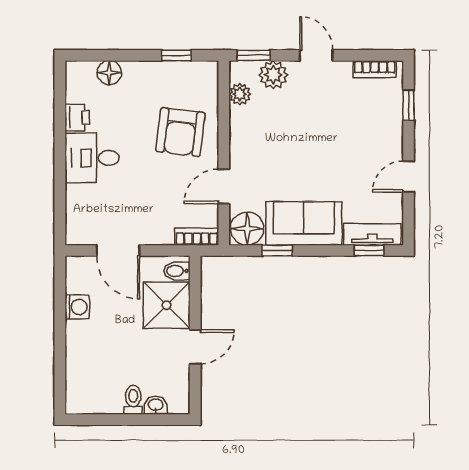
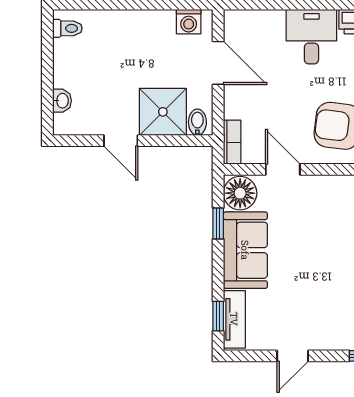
door: (408, 177) -> (293, 356), swing flipped
door: (118, 250) -> (218, 63), swing flipped
washing machine: (77, 307) -> (189, 22), moved
toilet: (133, 400) -> (67, 28), moved

